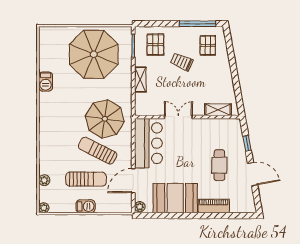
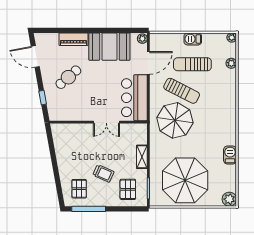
plant: (46, 34) -> (229, 199), added
shelving: (218, 110) -> (70, 129), removed
cafe table: (219, 165) -> (68, 77), turned 49
door: (253, 174) -> (35, 57), moved

